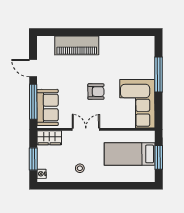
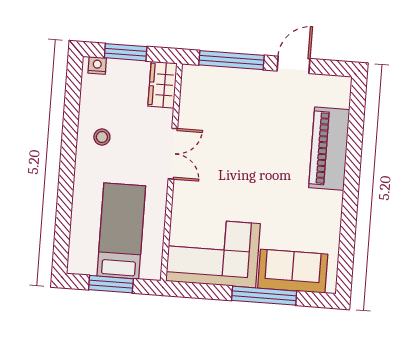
armchair: (96, 92) -> (241, 178), removed
sofa: (48, 107) -> (293, 271), moved, turned 180

